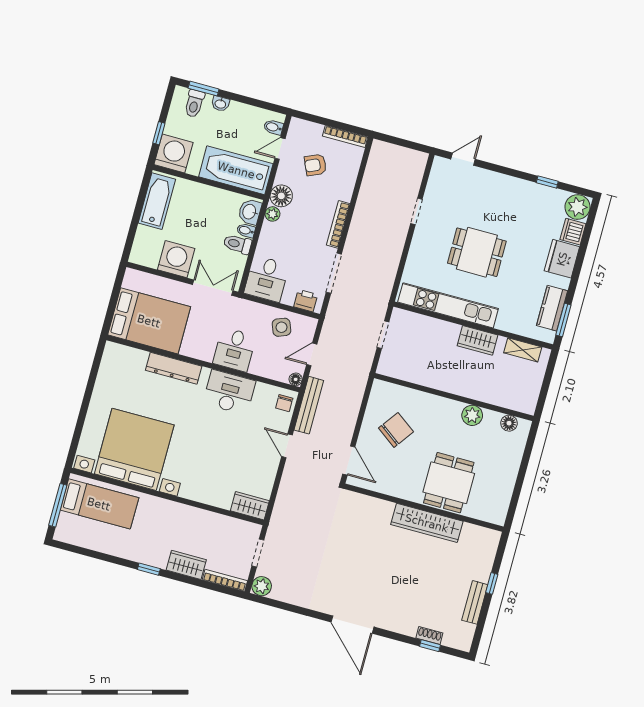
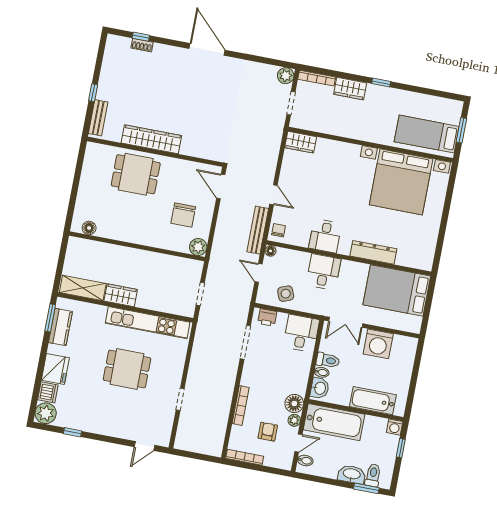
washbasin: (220, 104) -> (352, 474), width x1.91, depth x1.45
washing machine: (174, 154) -> (395, 427), width x0.53, depth x0.53
armchair: (315, 165) -> (268, 432), turned -66
bathtub: (157, 201) -> (373, 401), moved, turned 90
plant: (272, 214) -> (294, 420), moved
bookcase: (338, 224) -> (241, 405), moved
shelving: (523, 350) -> (83, 288), width x1.50, depth x1.33
door: (312, 354) -> (259, 273), swing flipped
desk: (229, 392) -> (325, 236), width x0.73
plant: (472, 415) -> (198, 247), moved
chair: (396, 430) -> (183, 215), turned -36
dining table: (449, 483) -> (136, 174), turned 90
window: (58, 505) -> (461, 130), width x0.69
bench: (475, 602) -> (98, 118), moved

